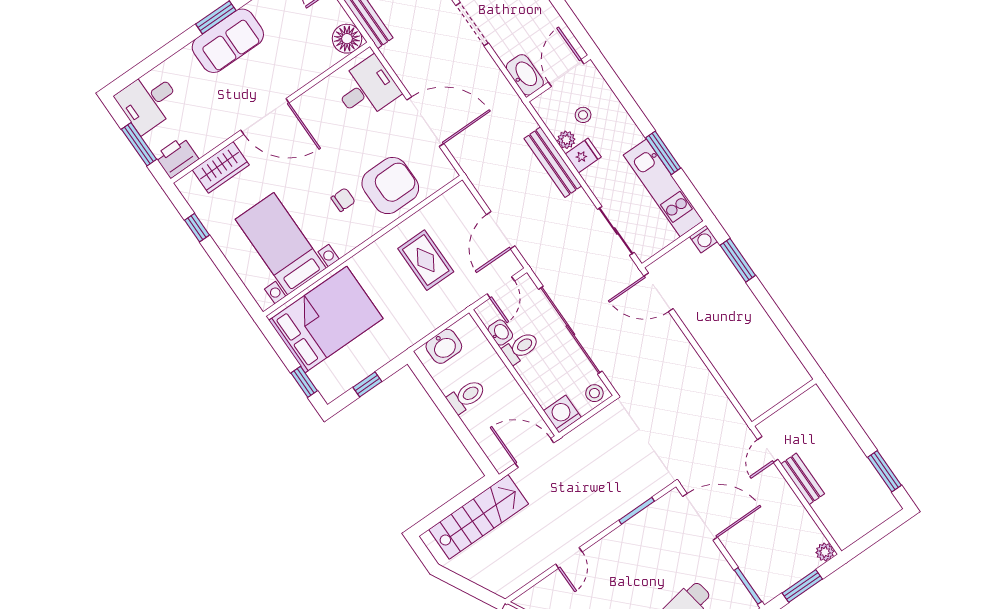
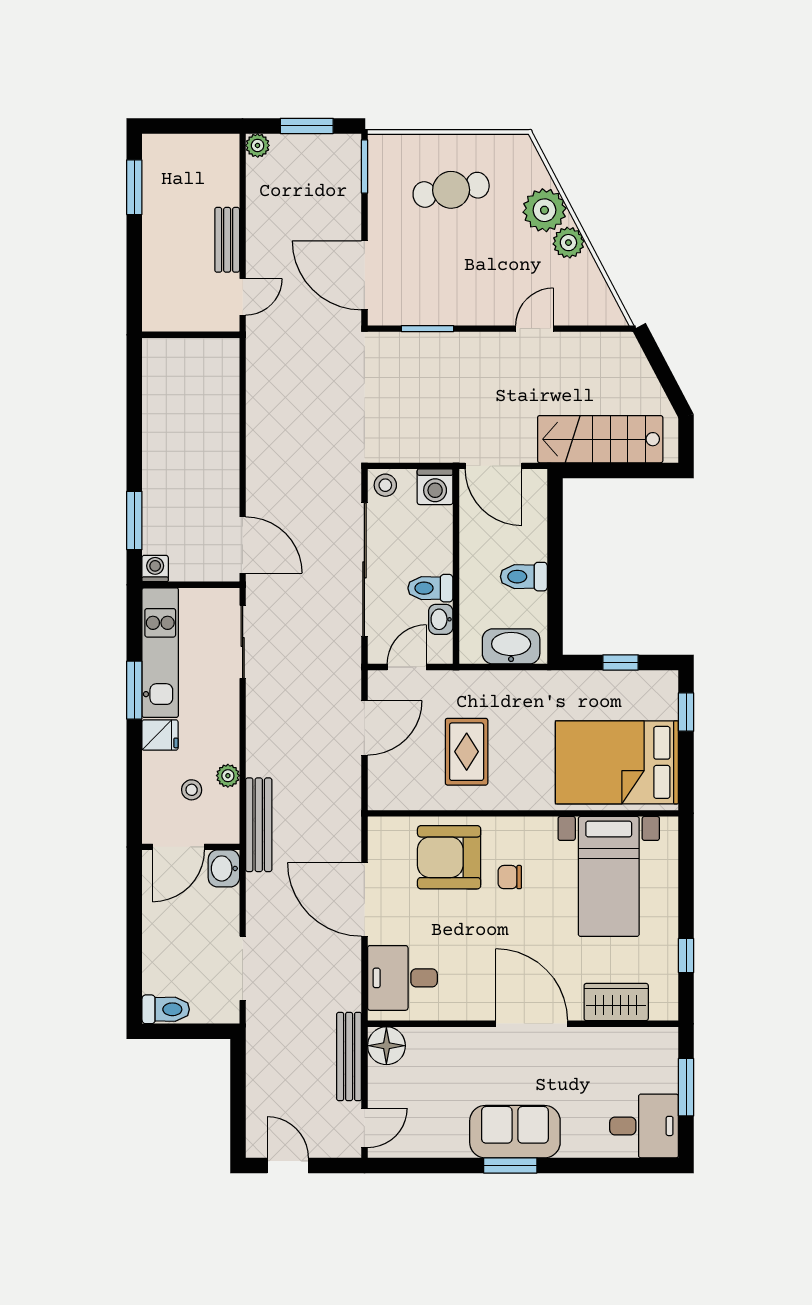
washbasin: (525, 75) -> (224, 868), width x0.72
fridge: (583, 155) -> (160, 735), moved, turned 180
printer: (177, 157) -> (656, 1045), removed
bench: (553, 162) -> (259, 825), moved
washbasin: (444, 346) -> (511, 646), width x1.38

